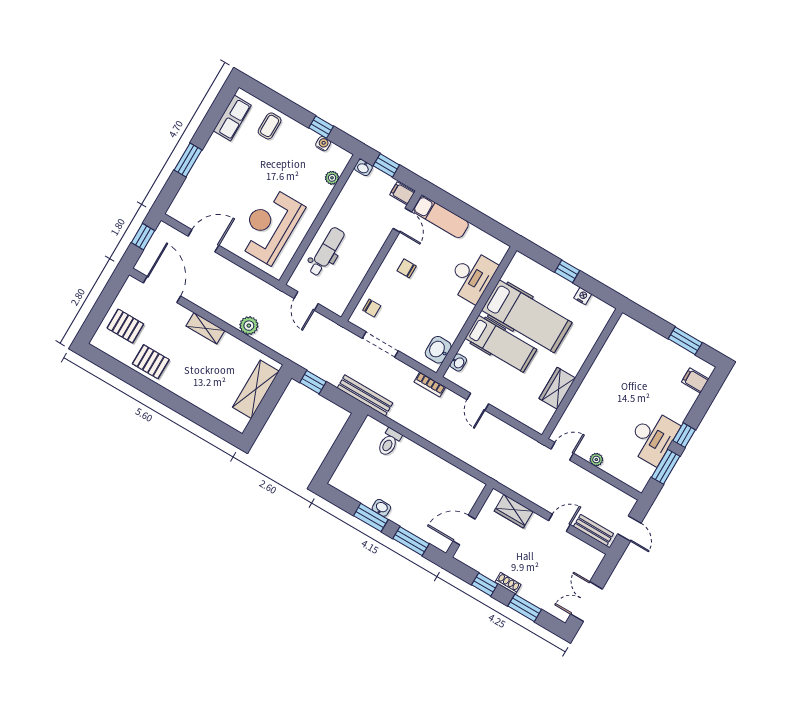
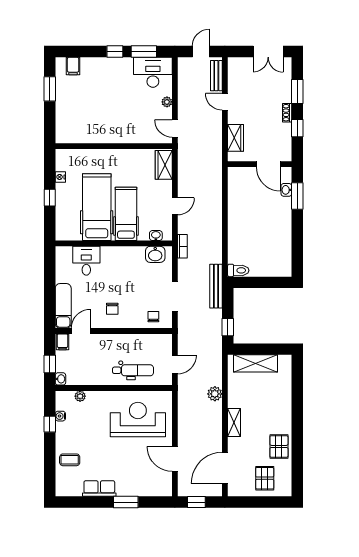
row of seats: (232, 118) -> (99, 489), moved
reception desk: (270, 226) -> (138, 419), turned 180
dental chair: (326, 252) -> (133, 370), turned 180
desk: (472, 276) -> (86, 261), width x0.73
wardrobe: (557, 388) -> (164, 165), moved, turned 90
desk: (653, 437) -> (153, 72), moved
toilet: (389, 442) -> (238, 270), moved
washbasin: (381, 508) -> (286, 190), moved
window: (371, 518) -> (297, 233), removed

